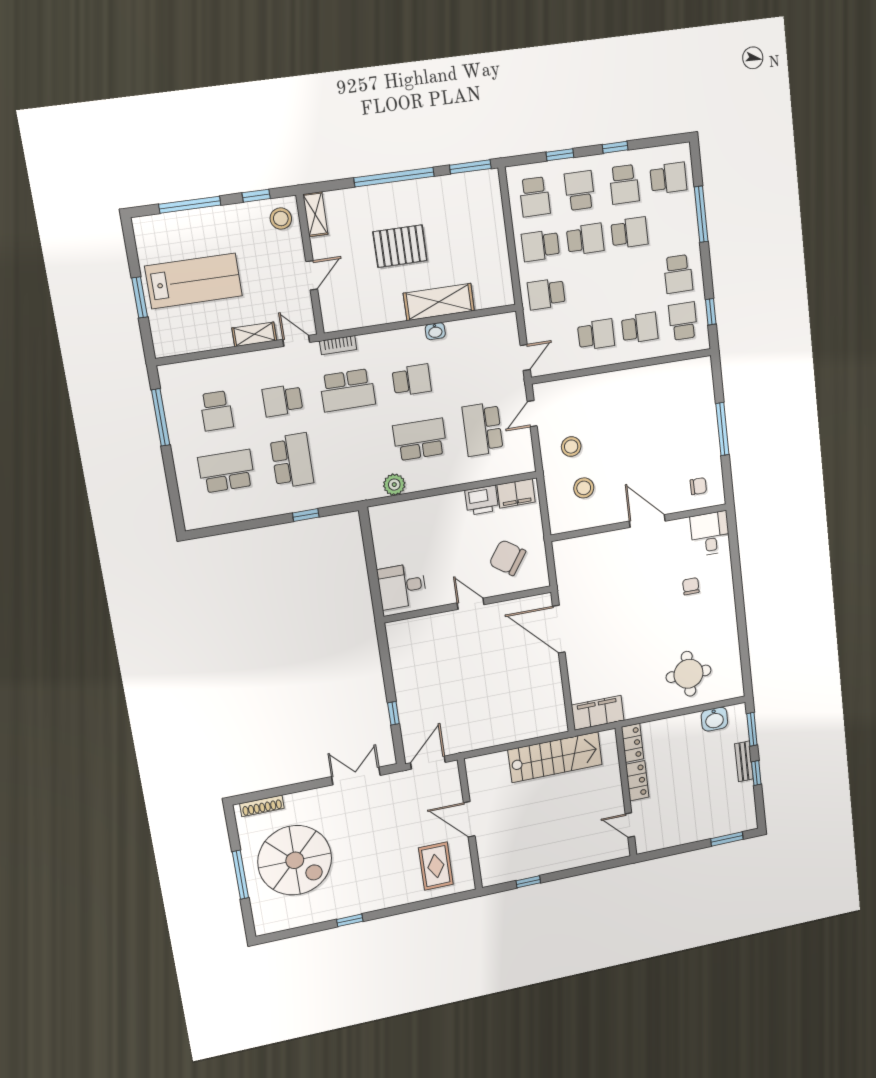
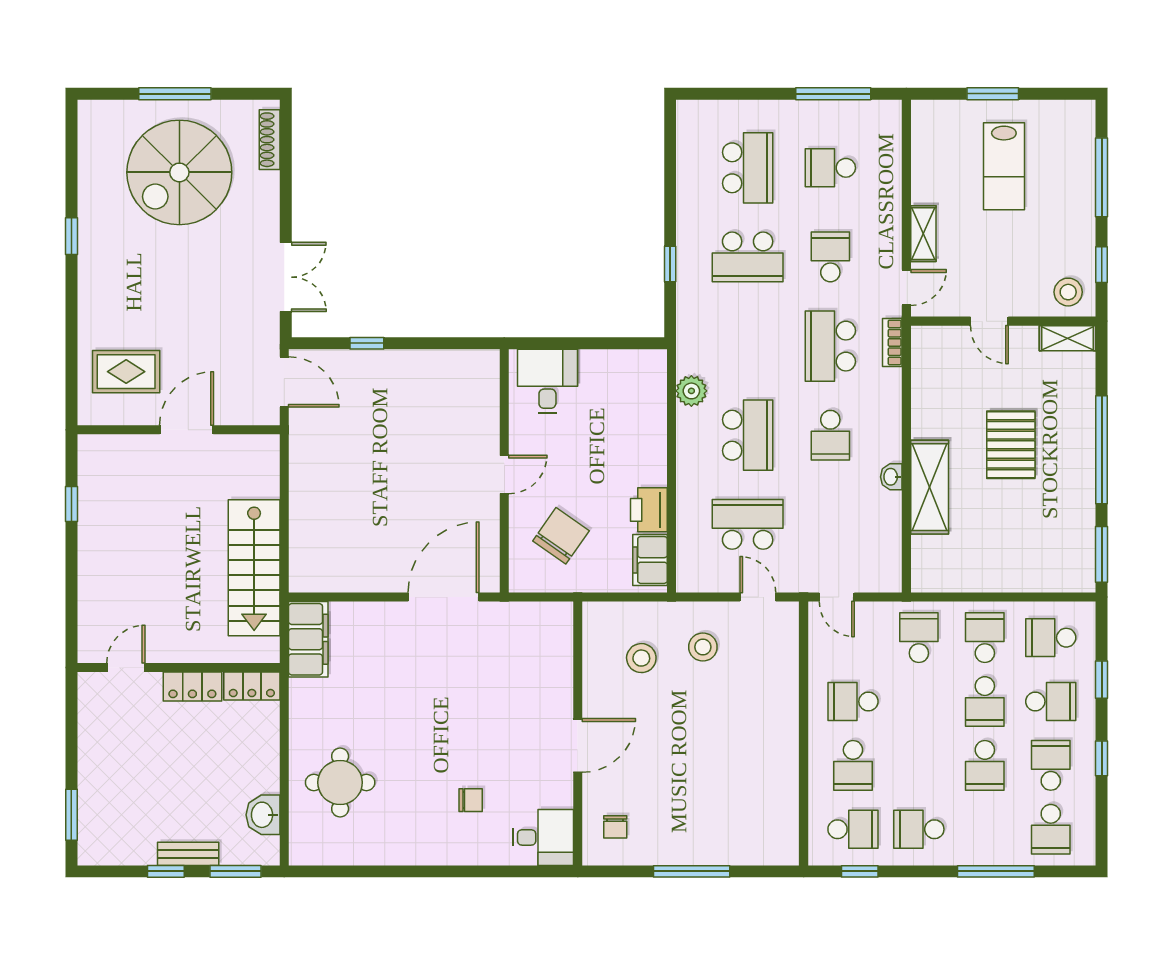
school desk: (624, 184) -> (1051, 765), turned 90
lab bench: (194, 281) -> (1004, 166), width x0.73, depth x0.72
school desk: (596, 335) -> (853, 702), turned 90

